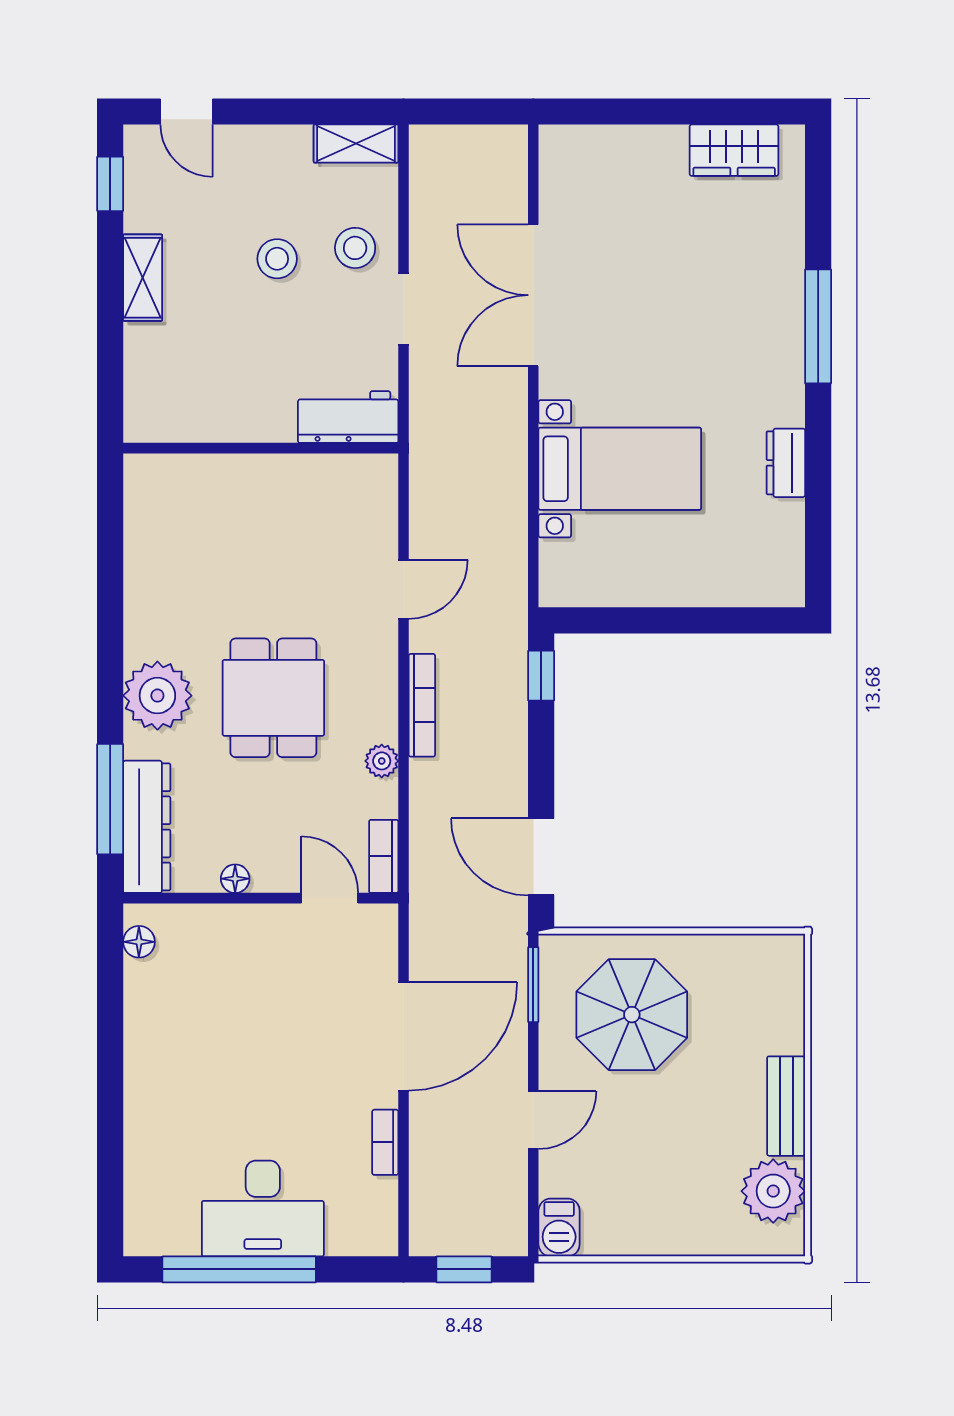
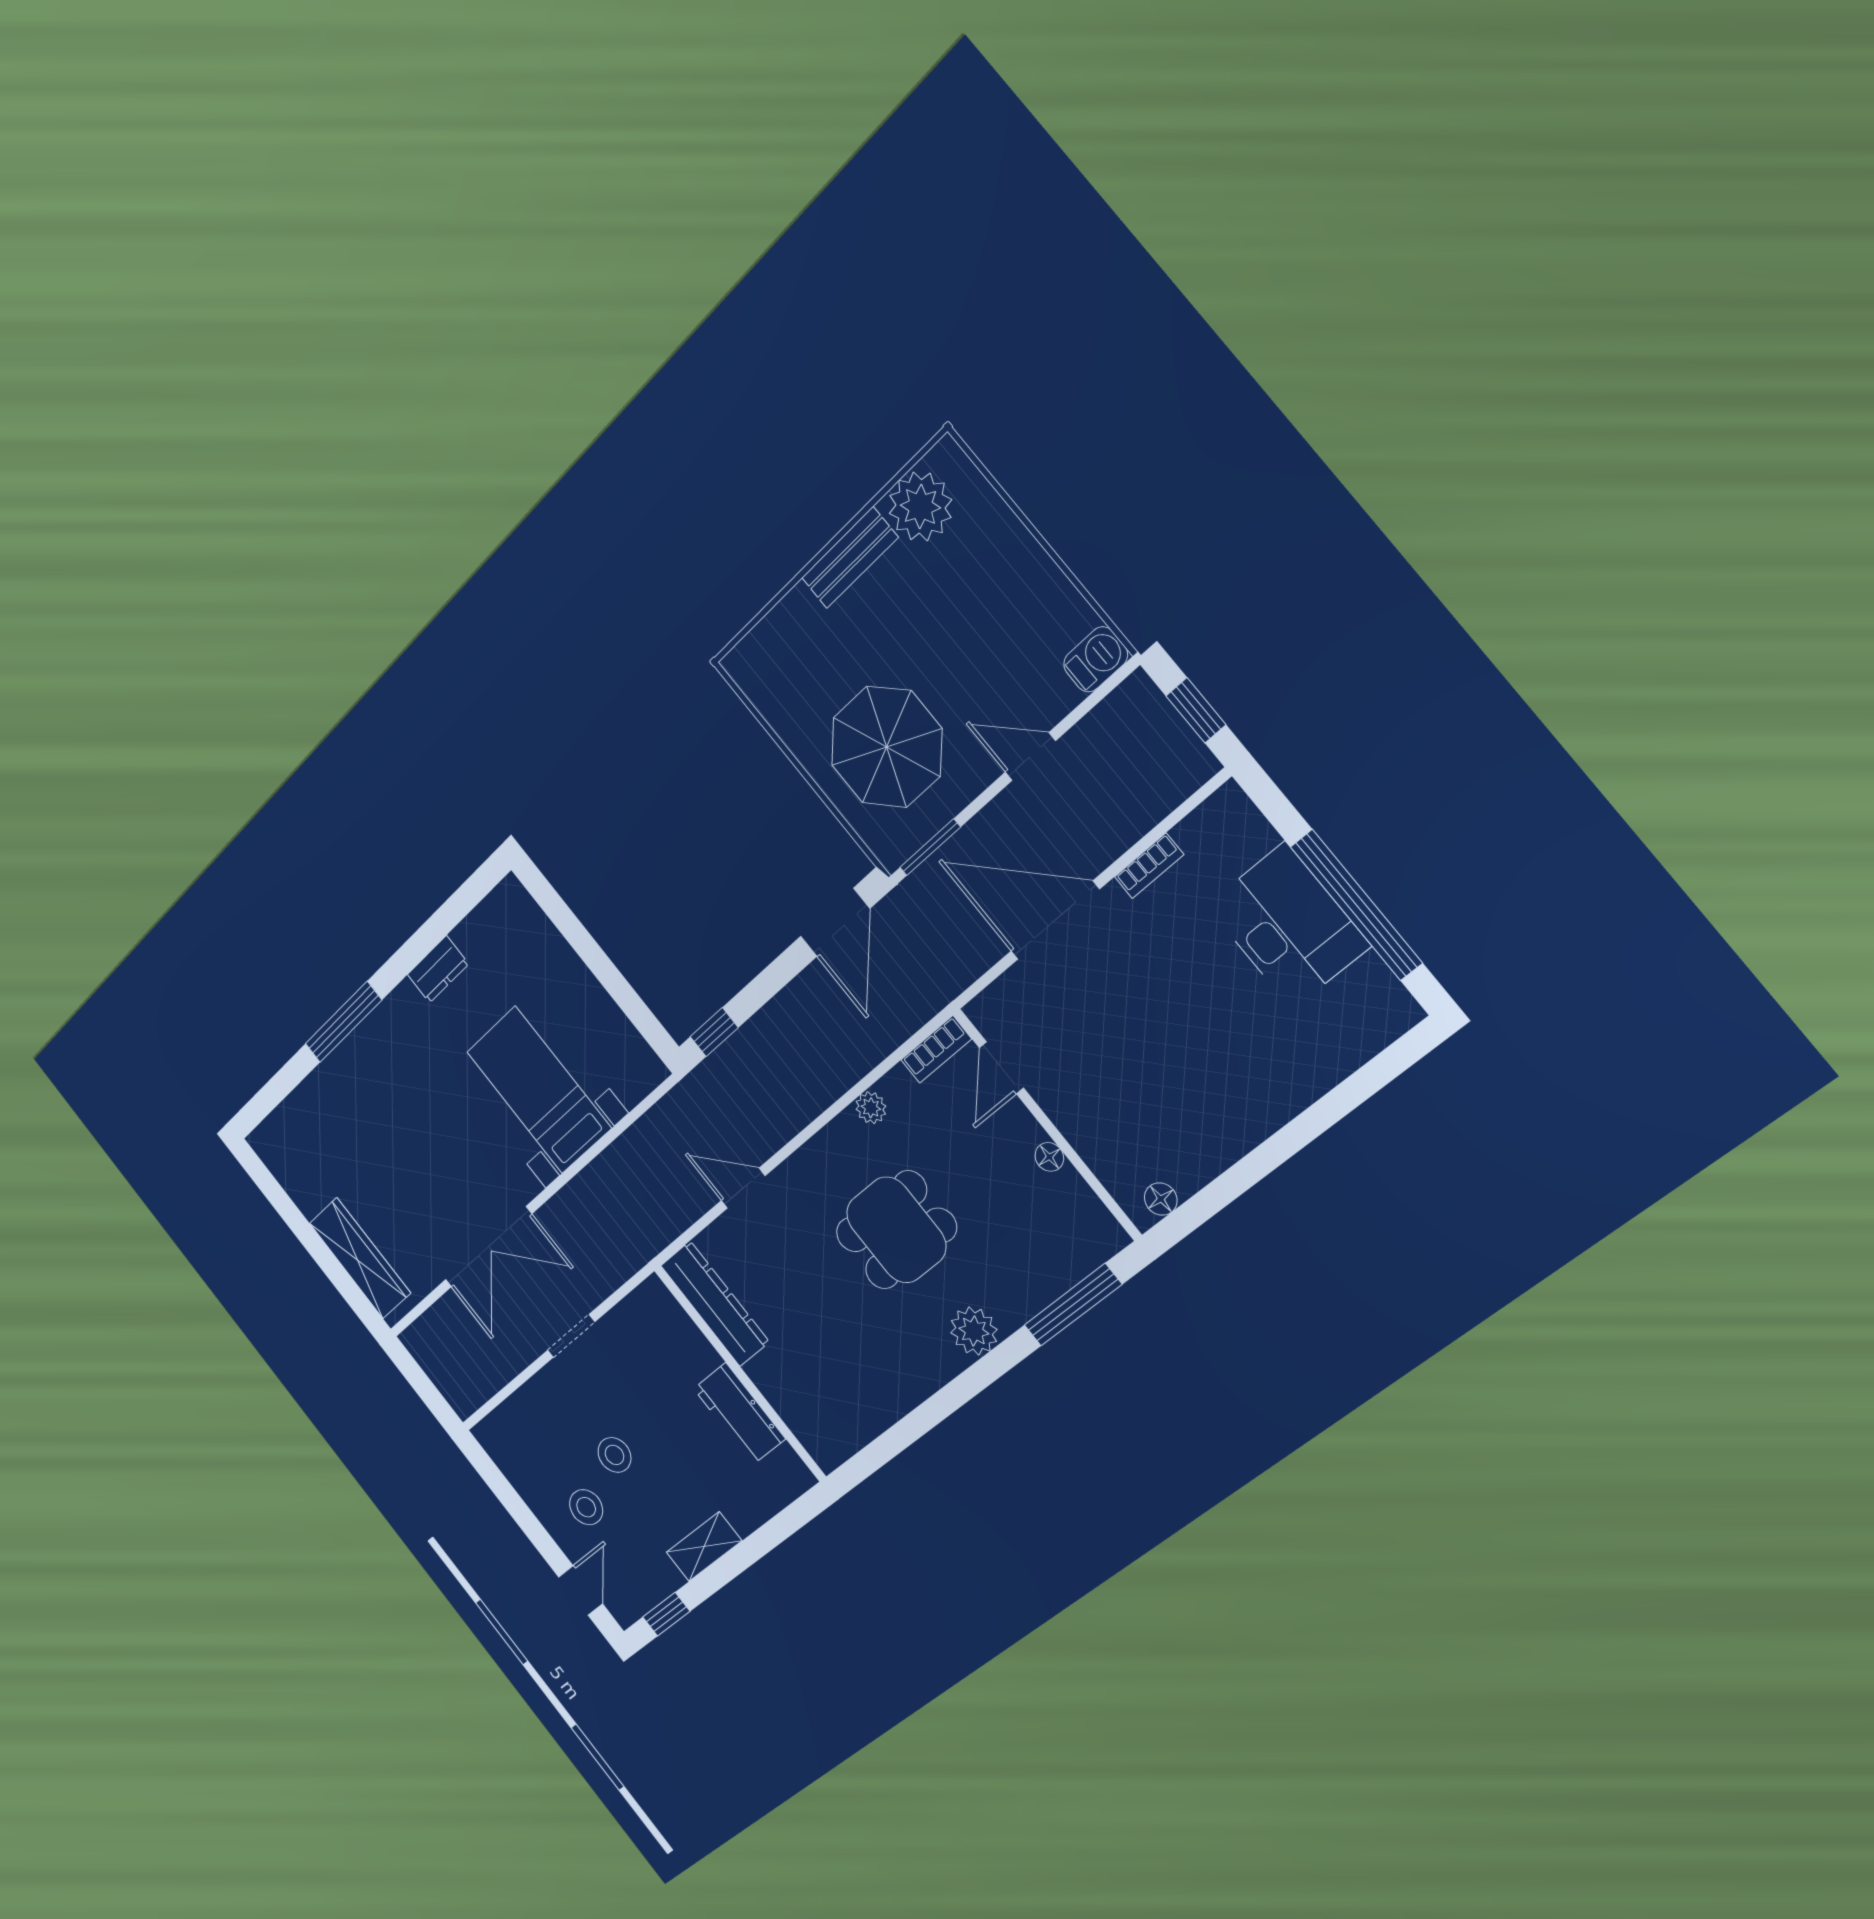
shelving: (356, 144) -> (503, 1452), removed
wardrobe: (734, 150) -> (360, 1258), moved, width x1.50
stool: (355, 248) -> (586, 1507), moved
workbench: (348, 417) -> (739, 1414), moved
plant: (157, 696) -> (974, 1331), width x0.73, depth x0.73
bookcase: (422, 705) -> (808, 1108), removed
dresser: (147, 827) -> (715, 1304), moved, turned 90

